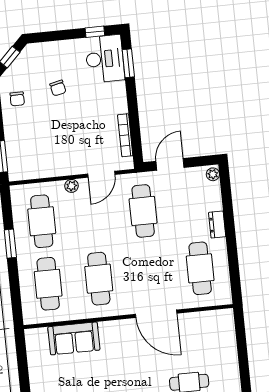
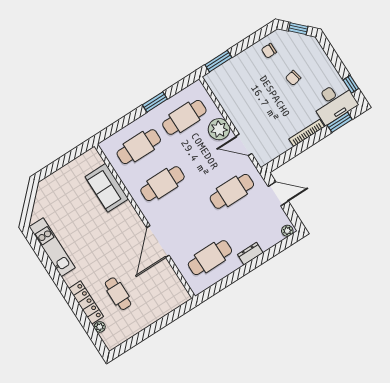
bookcase: (125, 135) -> (307, 133), moved
plant: (71, 186) -> (219, 129), width x1.88, depth x1.88

